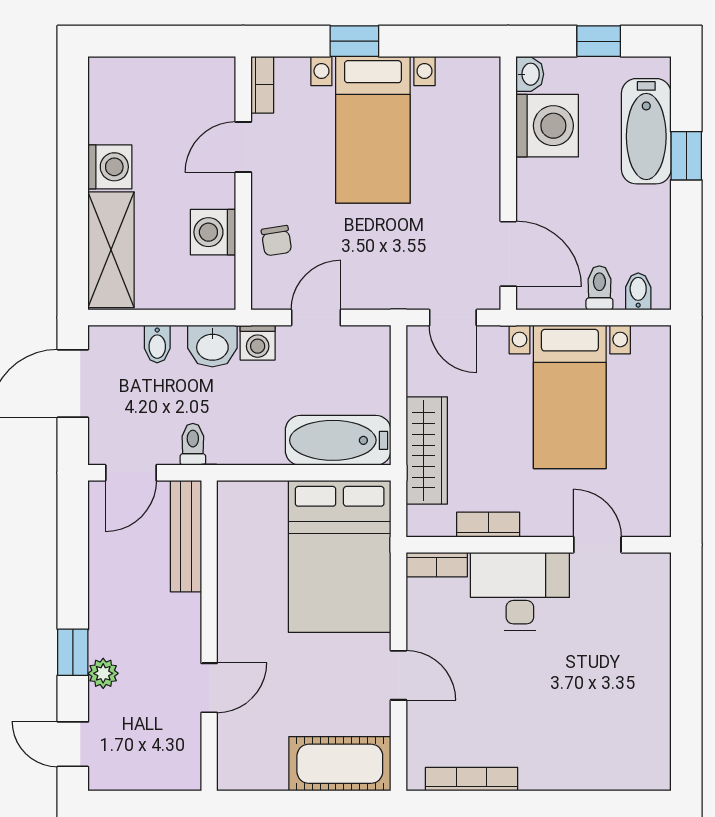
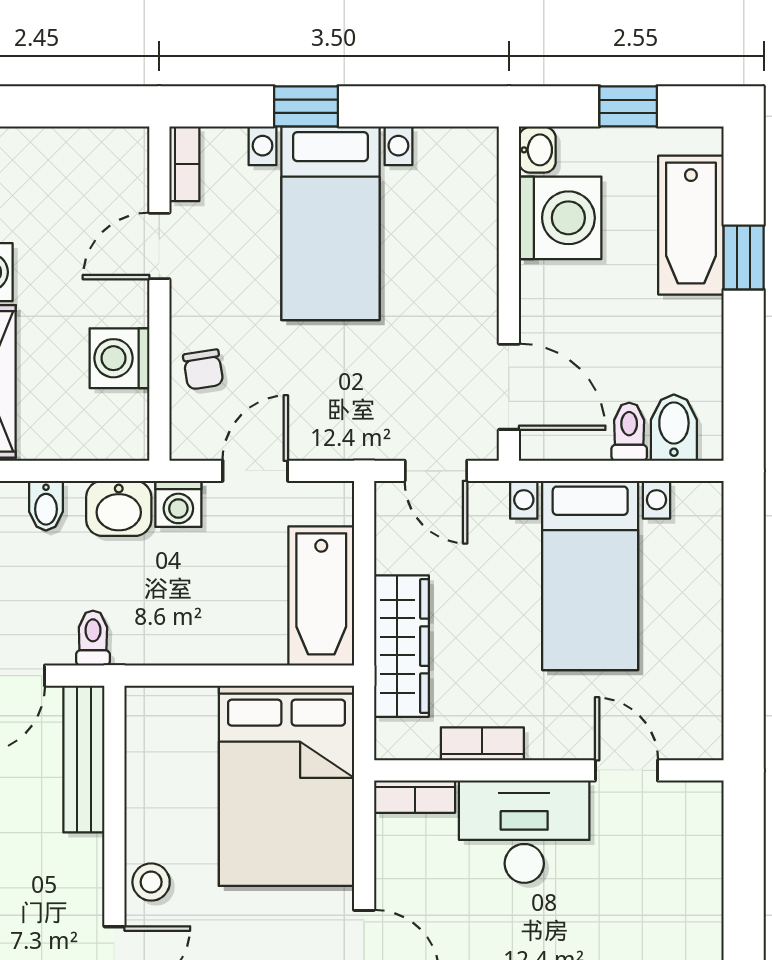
bidet: (638, 291) -> (674, 428), width x1.38, depth x1.36
bathtub: (338, 440) -> (321, 596), moved, turned -90
stool: (237, 629) -> (151, 882), added

